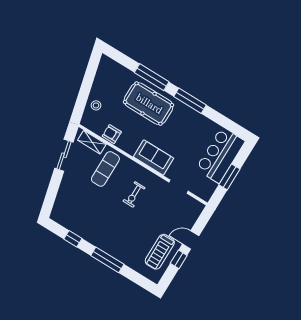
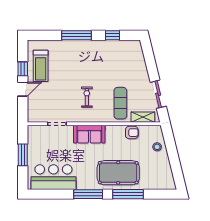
bar counter: (220, 155) -> (53, 177), moved, turned -90
treadmill: (160, 252) -> (41, 66), turned 180

